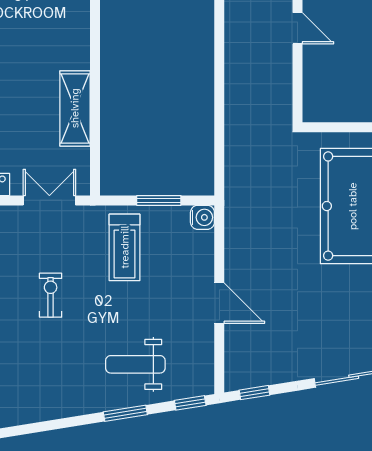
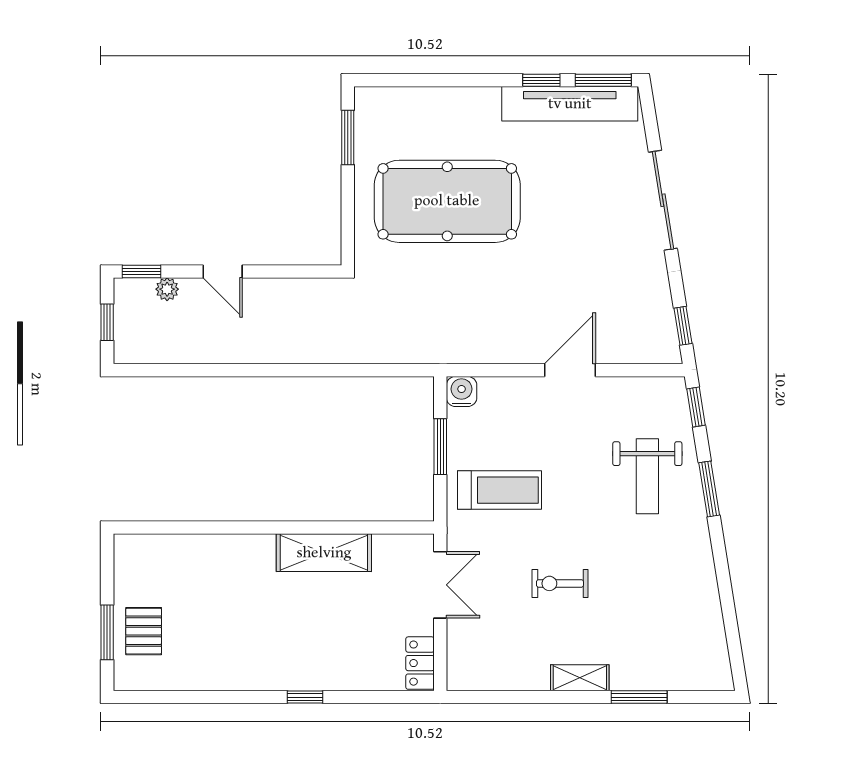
door: (297, 28) -> (223, 271), swing flipped
double door: (49, 200) -> (440, 585), swing flipped

